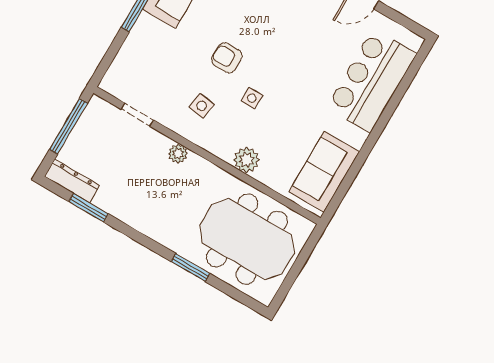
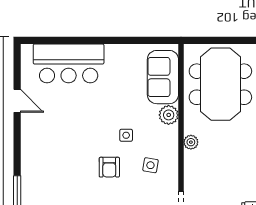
plant: (178, 154) -> (191, 142), moved
sofa: (324, 172) -> (163, 77), moved, turned 90

